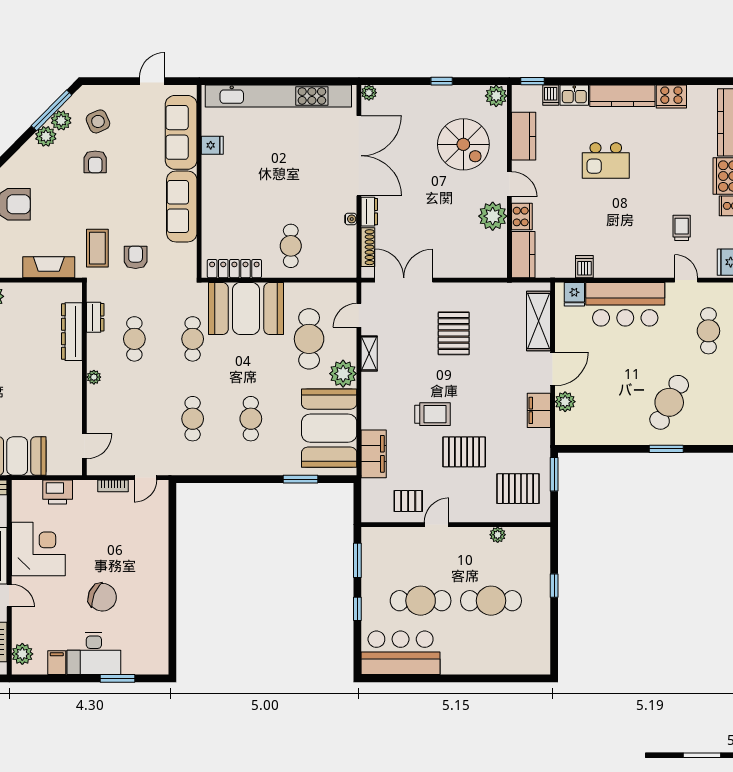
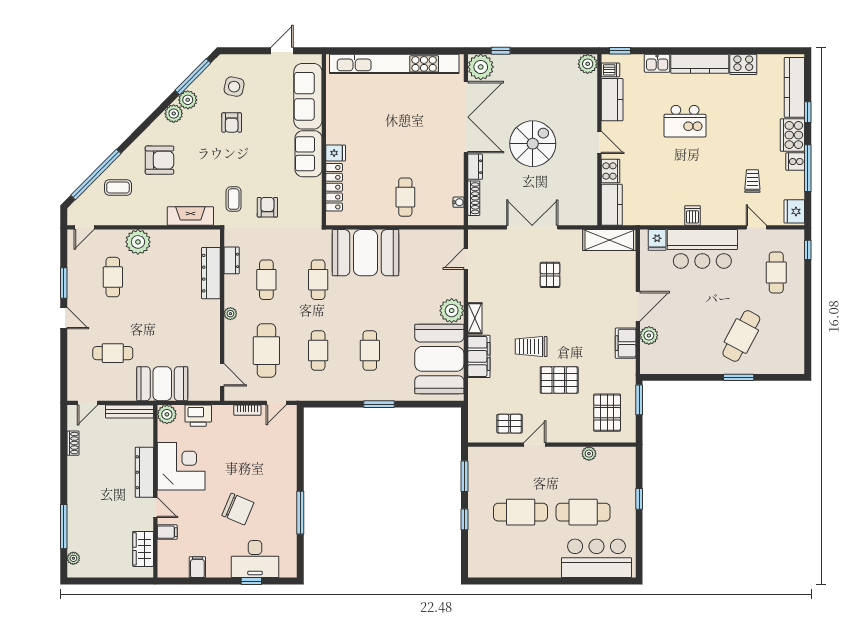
window: (442, 81) -> (501, 51), moved
plant: (369, 93) -> (481, 67), width x1.88, depth x1.88
dishwasher: (551, 95) -> (610, 70), moved, turned -90
plant: (61, 120) -> (174, 114), moved
side table: (98, 121) -> (234, 87), turned 36
spiral stairs: (463, 144) -> (533, 144), moved, turned -90
fridge: (212, 145) -> (336, 153), moved
sofa: (182, 206) -> (308, 154), width x0.73
plant: (493, 216) -> (585, 171), removed
water cooler: (351, 219) -> (459, 202), moved
coffee table: (97, 248) -> (234, 199), width x0.73, depth x0.77
dishwasher: (584, 267) -> (693, 216), moved
locker: (234, 269) -> (334, 187), moved, turned 90
double door: (404, 280) -> (532, 227), moved
shelving: (538, 321) -> (609, 240), moved, turned 90
pallet: (454, 333) -> (550, 275), width x0.67, depth x0.71
cafe table: (309, 339) -> (266, 351), moved
shelving: (369, 353) -> (475, 318), moved
trolley: (433, 414) -> (531, 347), turned 180
door: (84, 446) -> (222, 375), hinge flipped
filing cabinet: (374, 454) -> (479, 356), moved
window: (301, 479) -> (379, 404), moved
pallet: (518, 489) -> (607, 413), turned 90
window: (172, 601) -> (300, 513), added
filing cabinet: (23, 623) -> (167, 532), added
bar counter: (401, 653) -> (596, 558), moved
plant: (22, 654) -> (167, 414), moved
desk: (94, 654) -> (255, 559), moved
window: (117, 678) -> (251, 581), width x0.67

